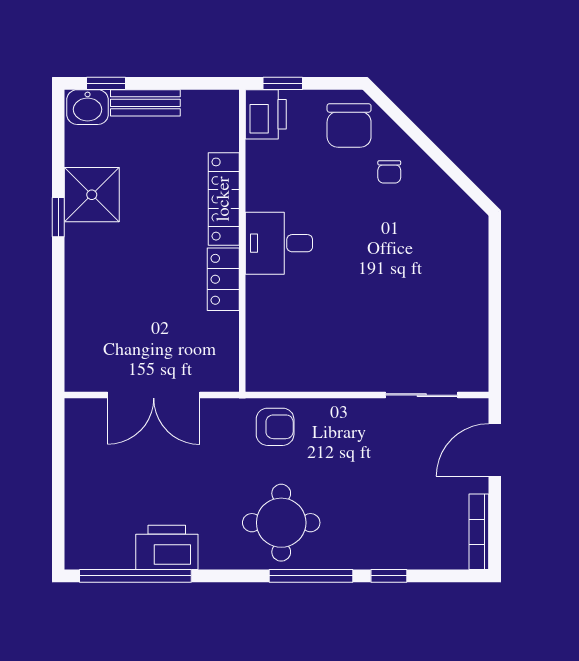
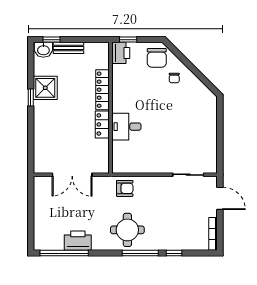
desk: (279, 243) -> (126, 127), moved
door: (495, 450) -> (220, 198), swing flipped

